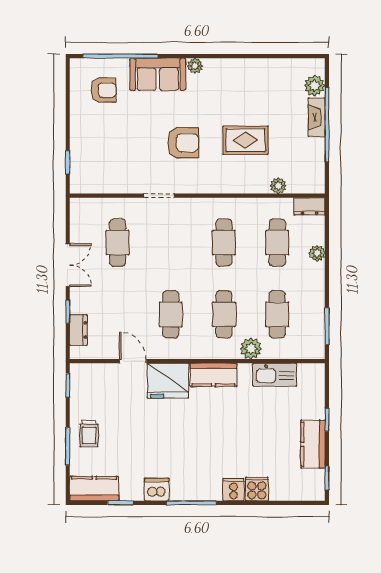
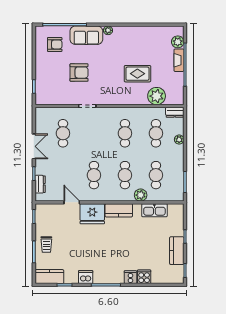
armchair: (183, 143) -> (79, 73), moved
plant: (278, 186) -> (157, 96), width x1.87, depth x1.87

